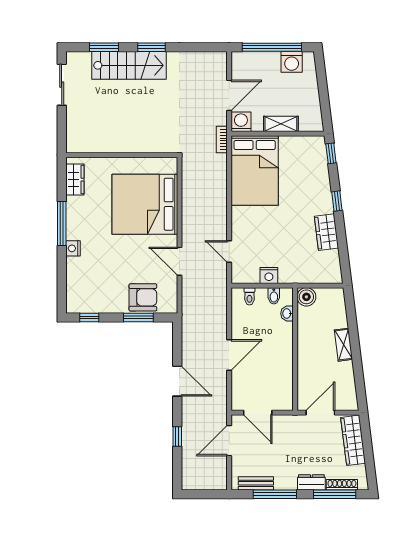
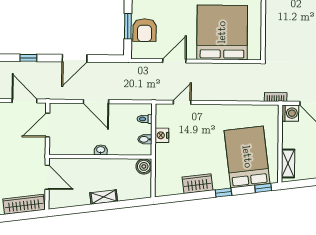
shelving: (281, 124) -> (288, 163), moved
bed: (255, 171) -> (247, 157), moved, turned 83
washbasin: (287, 314) -> (101, 150), moved

